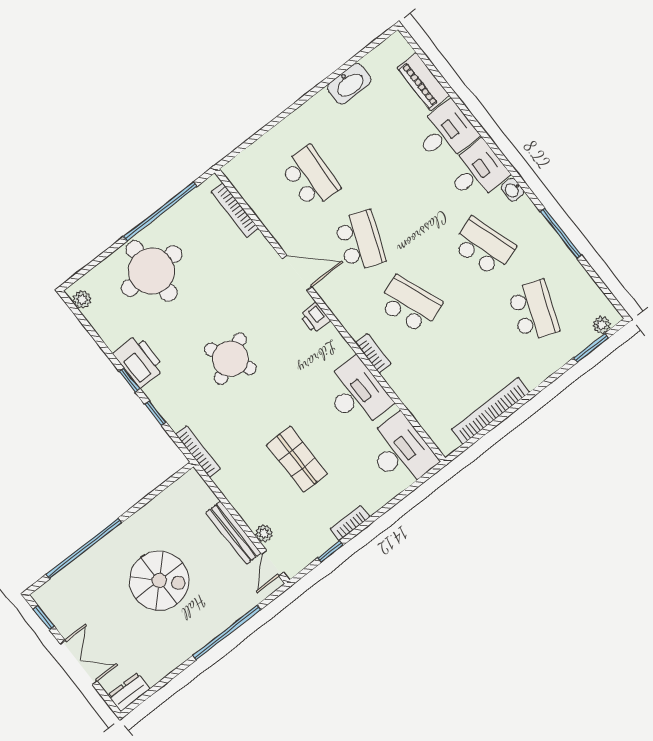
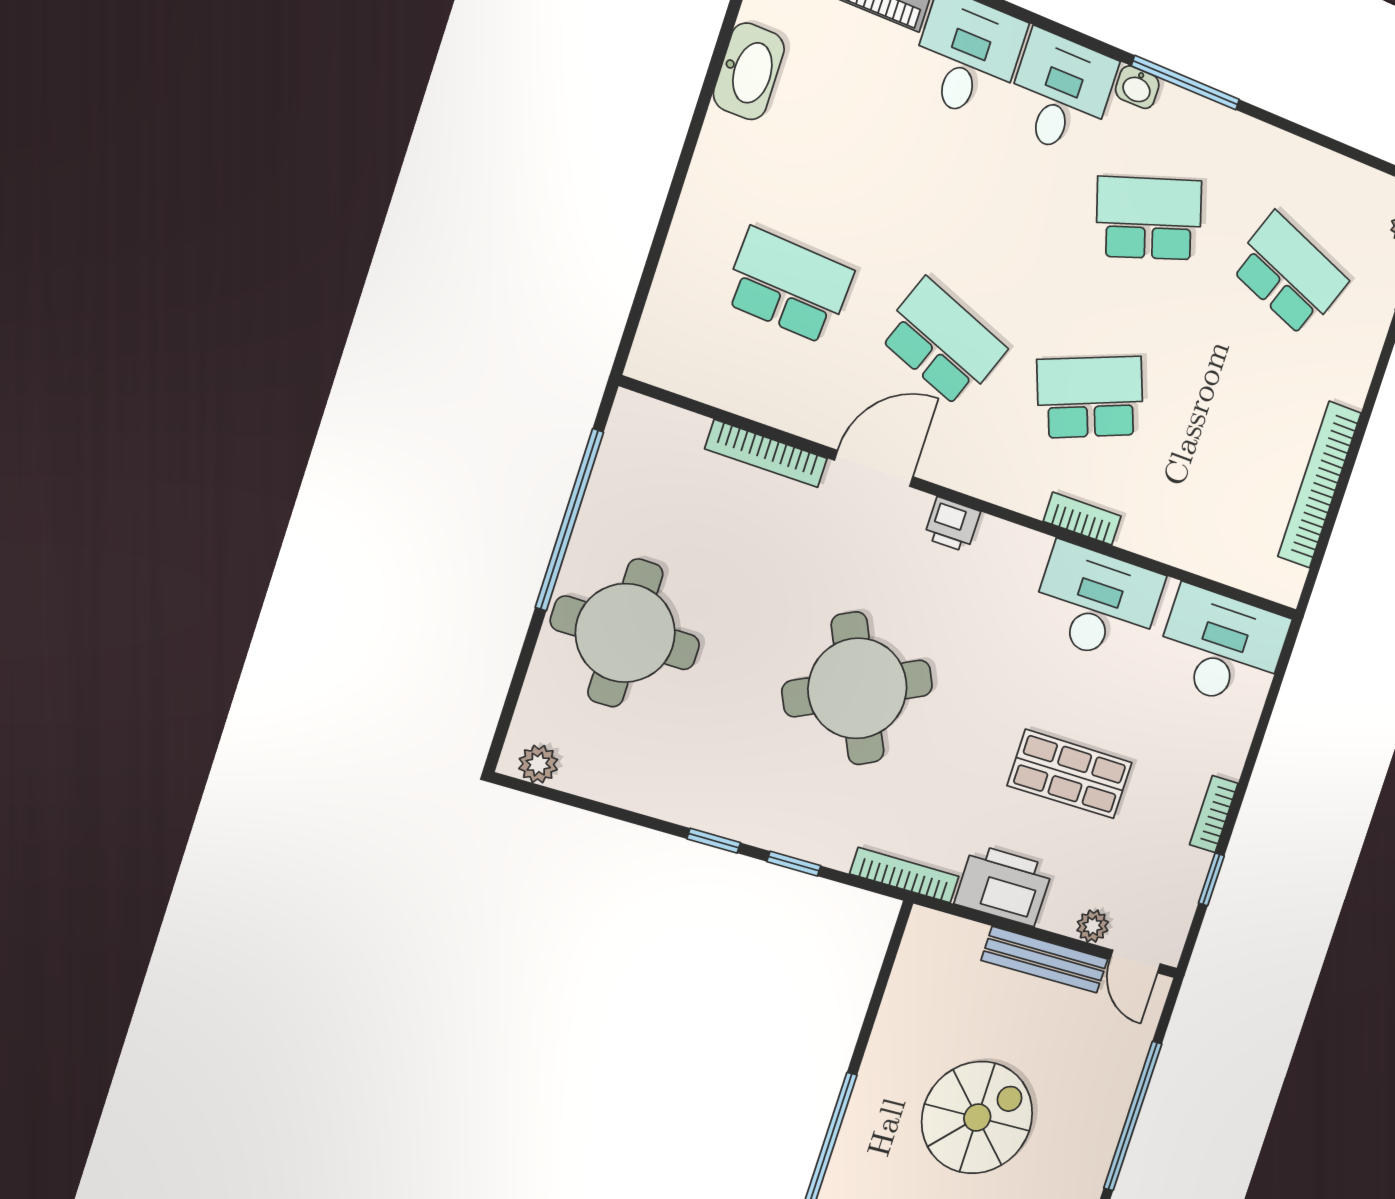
bookcase: (235, 210) -> (766, 454), moved
window: (561, 233) -> (1186, 83), moved
round table: (230, 359) -> (858, 688), width x1.36, depth x1.36
printer: (139, 361) -> (1004, 885), moved

